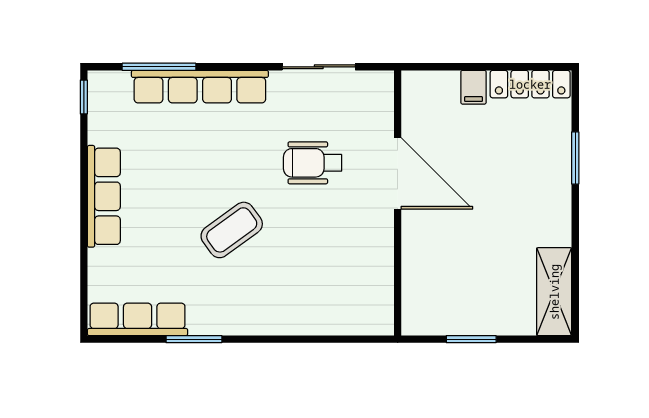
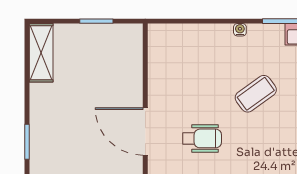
water cooler: (255, 326) -> (240, 30), added

